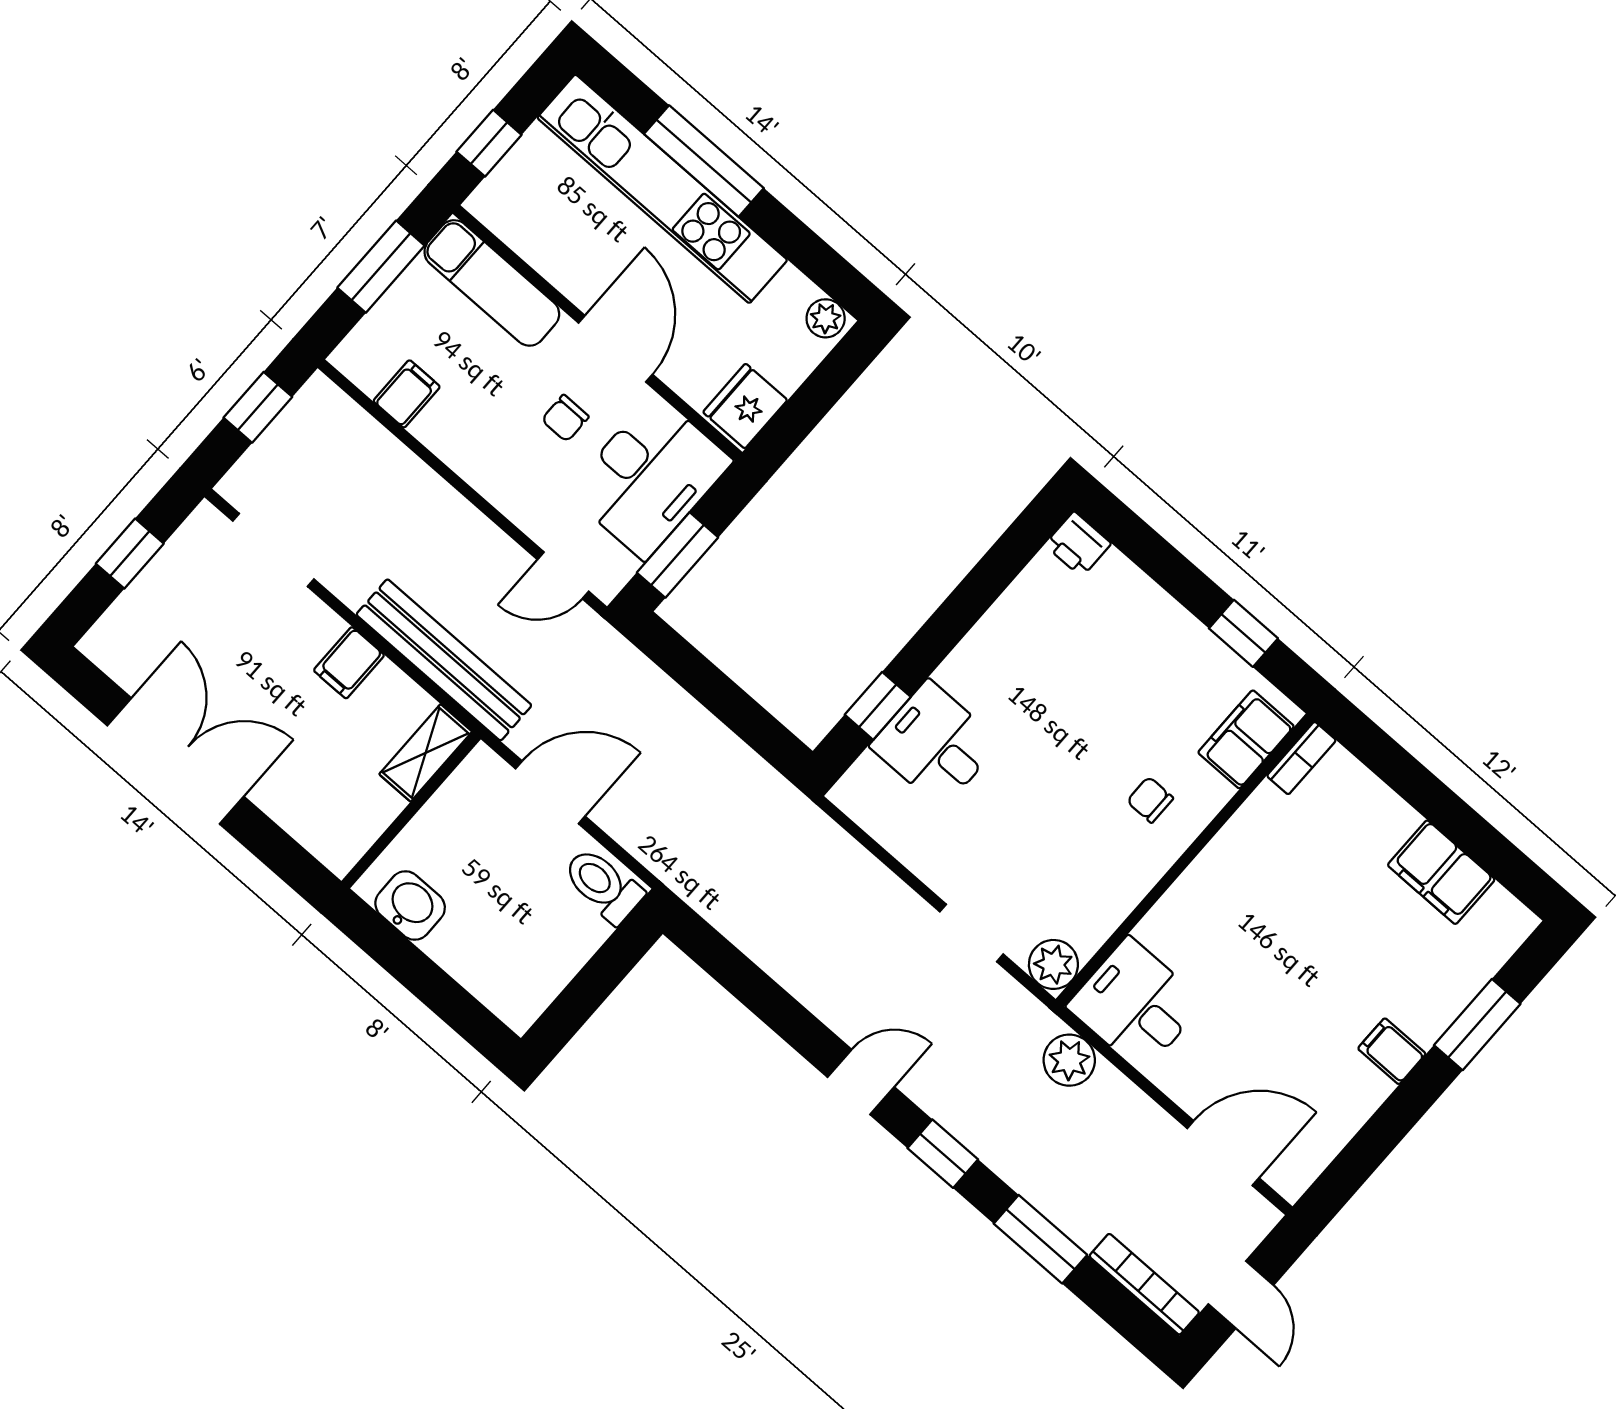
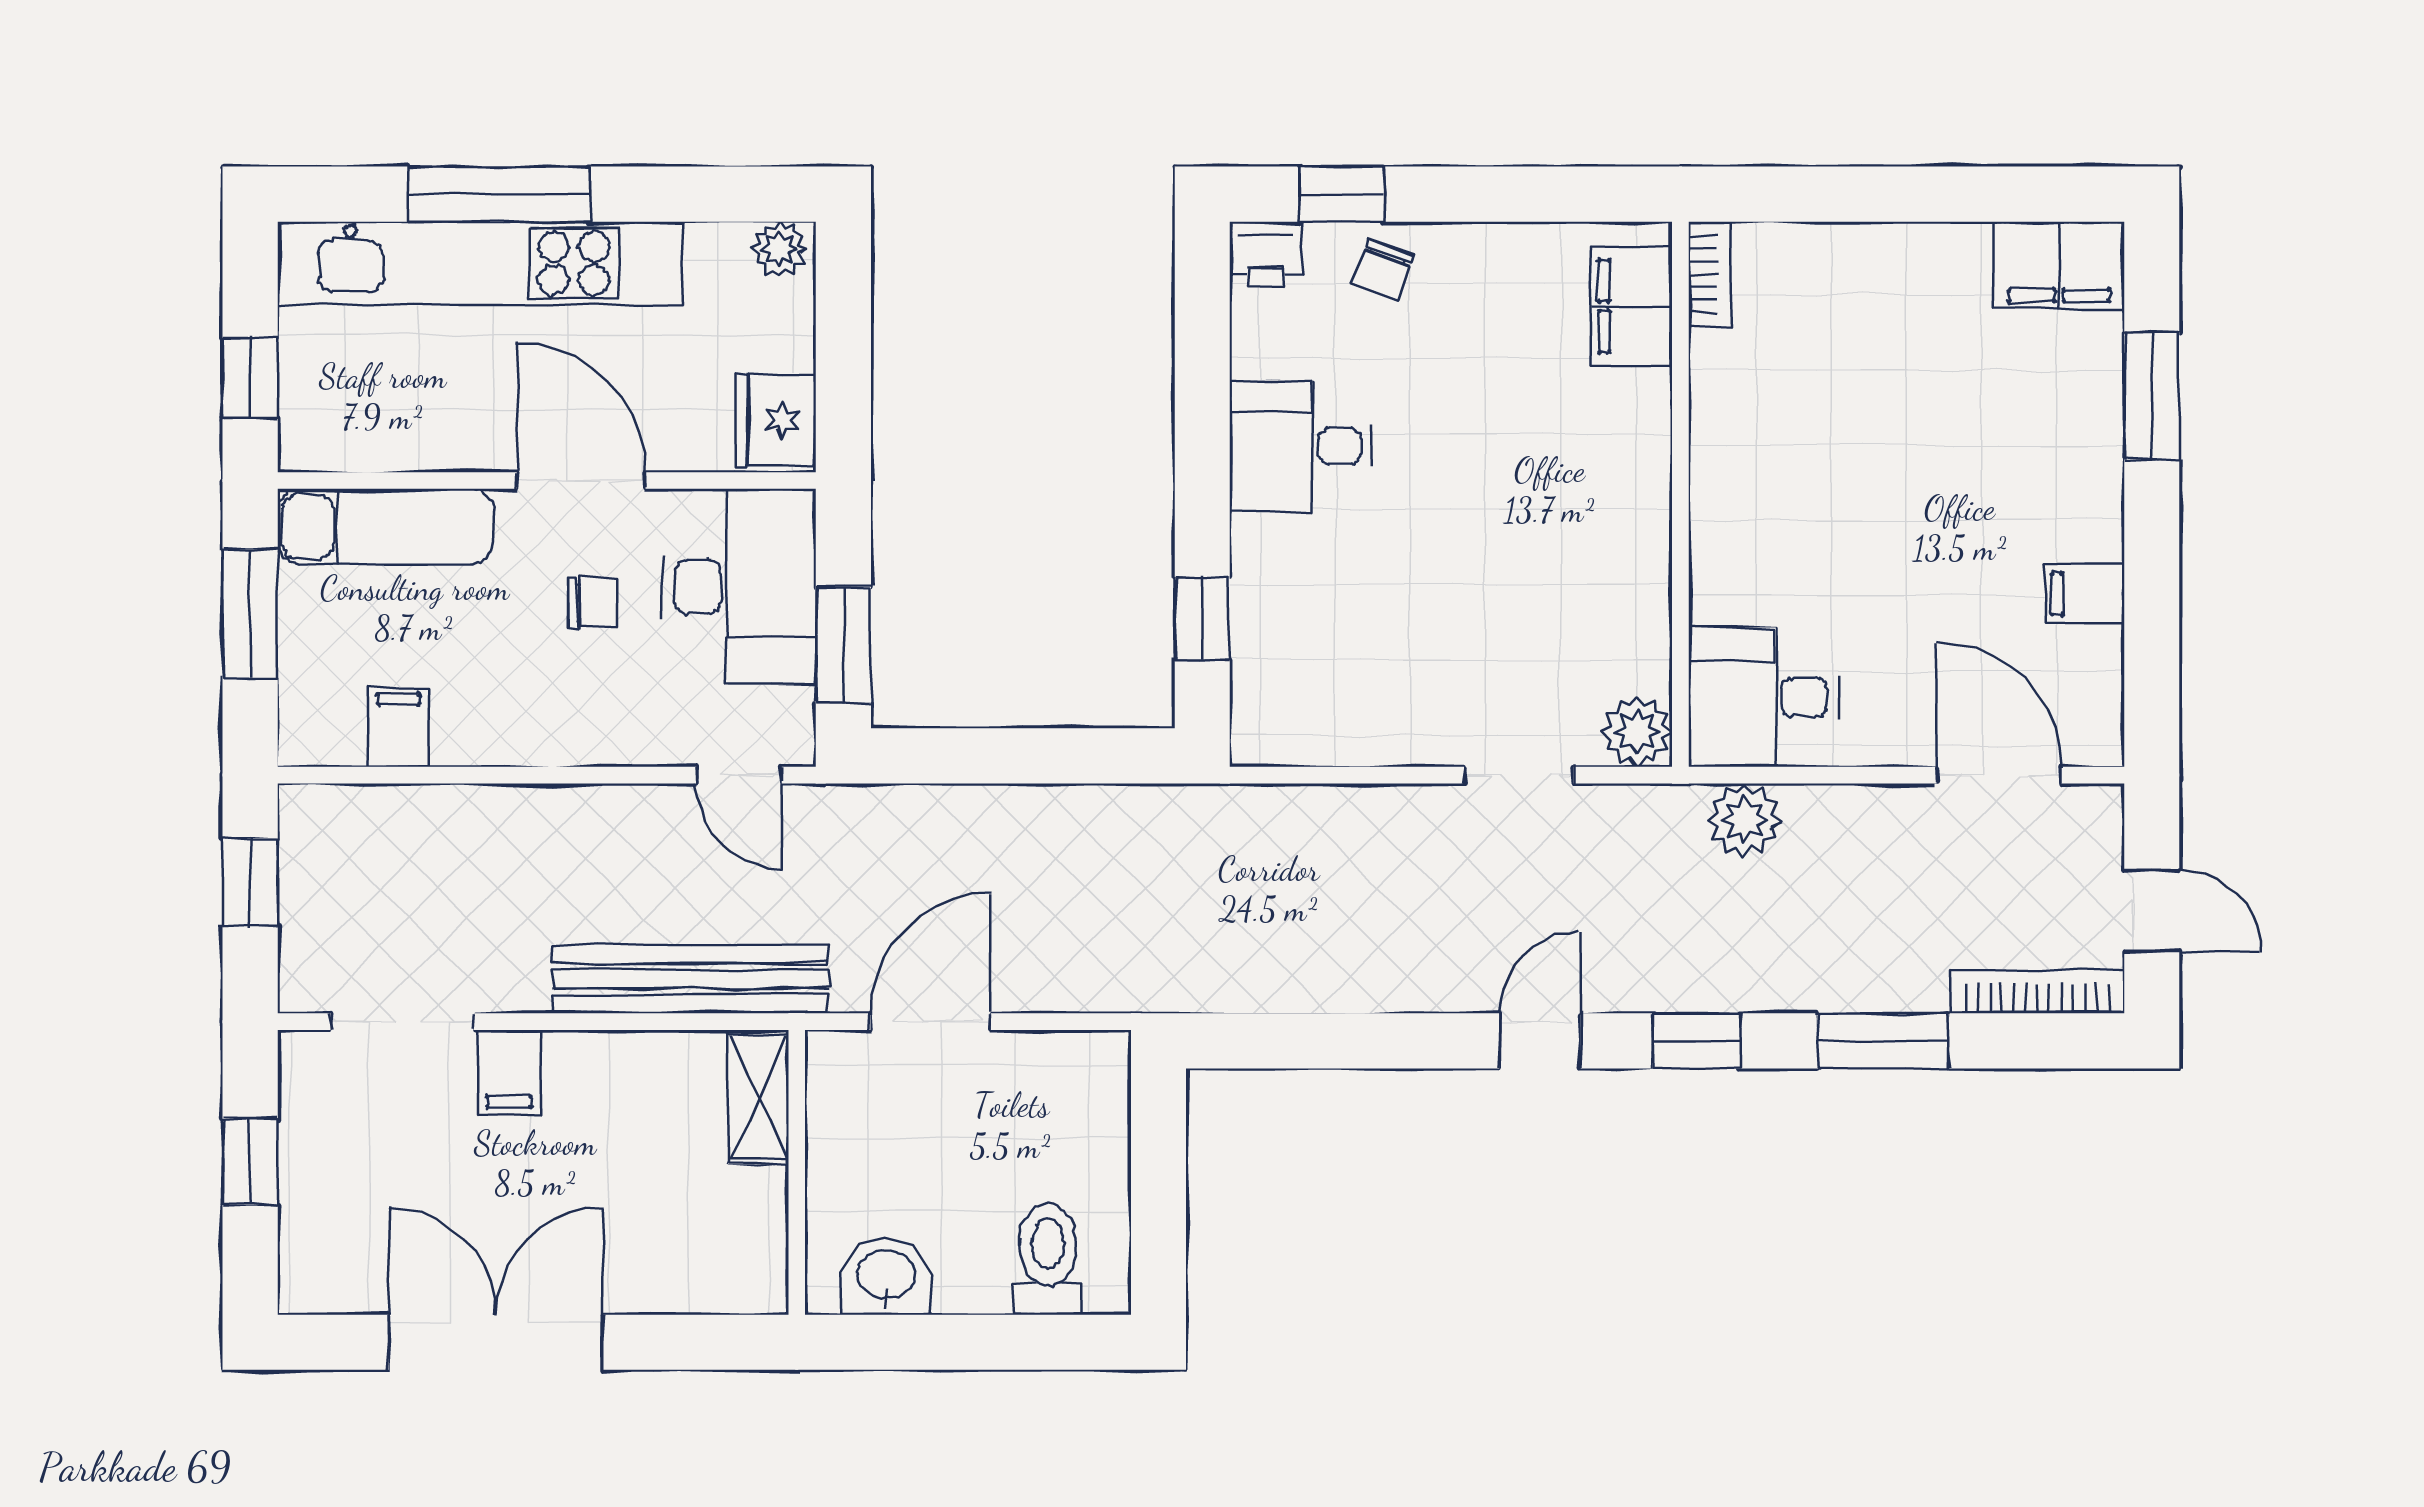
chair: (565, 418) -> (593, 603), turned -90
door: (563, 575) -> (739, 775), hinge flipped
window: (1243, 633) -> (1341, 194), moved
filing cabinet: (349, 663) -> (509, 1072), moved
desk: (935, 744) -> (1301, 446), moved
chair: (1150, 800) -> (1383, 270), moved, turned -70
filing cabinet: (1441, 872) -> (2059, 265), moved
toilet: (603, 885) -> (1048, 1259), moved, turned 90
filing cabinet: (1392, 1051) -> (2085, 594), moved
door: (1223, 1153) -> (1999, 775), hinge flipped

